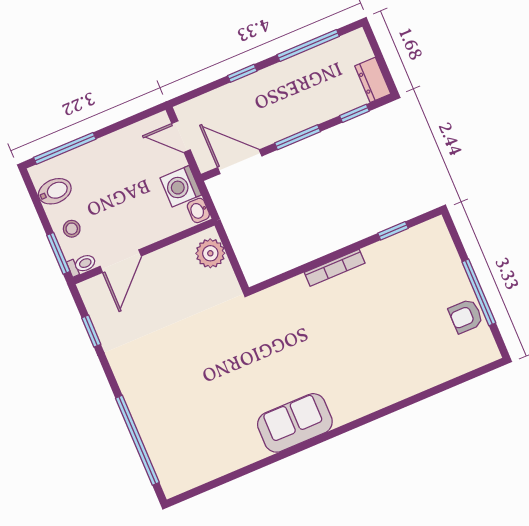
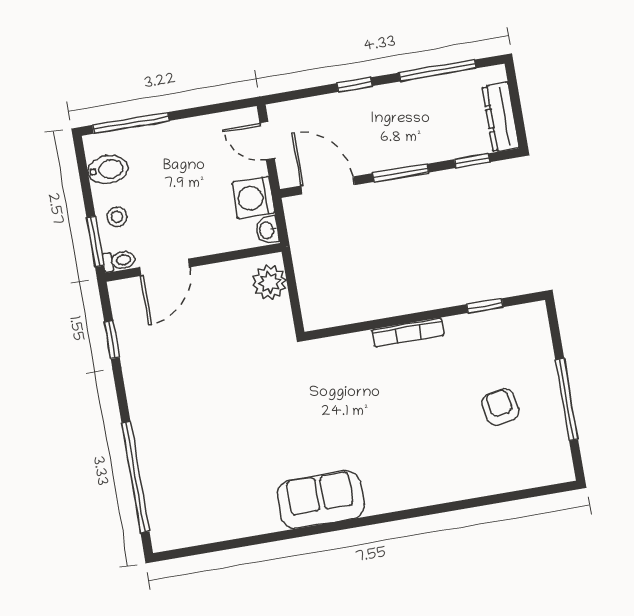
dresser: (373, 80) -> (501, 117), width x1.44
armchair: (466, 316) -> (500, 407), moved, turned 80

